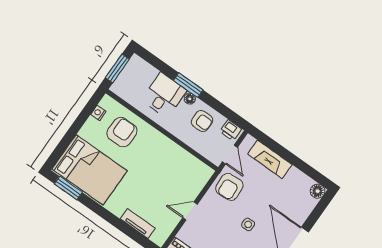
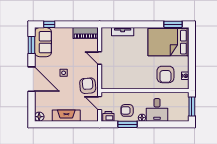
window: (188, 85) -> (127, 124), moved
fireplace: (270, 159) -> (66, 116), moved
door: (190, 211) -> (100, 58), swing flipped

